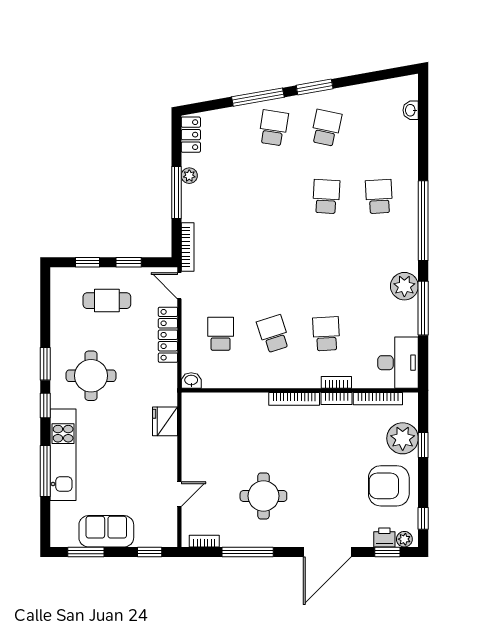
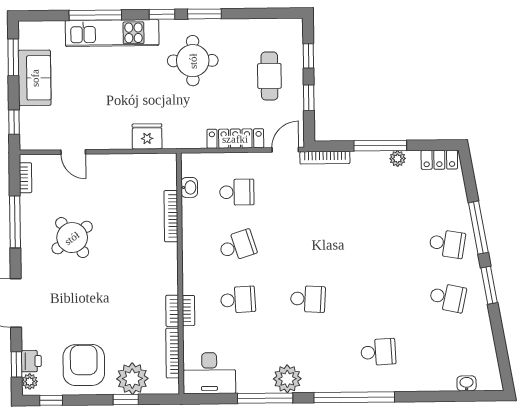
school desk: (326, 197) -> (308, 299), moved
washbasin: (191, 380) -> (189, 187), moved
bookcase: (294, 399) -> (171, 216), moved
round table: (263, 496) -> (72, 238), turned -36

